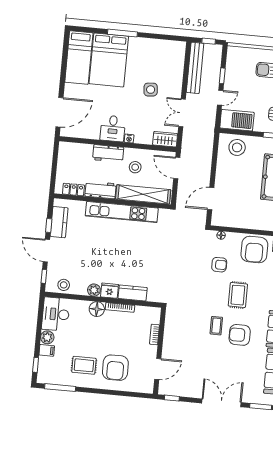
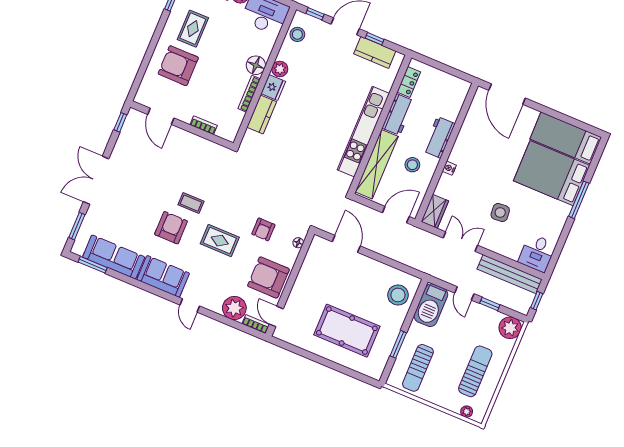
plant: (235, 55) -> (510, 328), added
desk: (113, 128) -> (537, 253), moved, turned -90
double door: (221, 403) -> (96, 180), swing flipped

